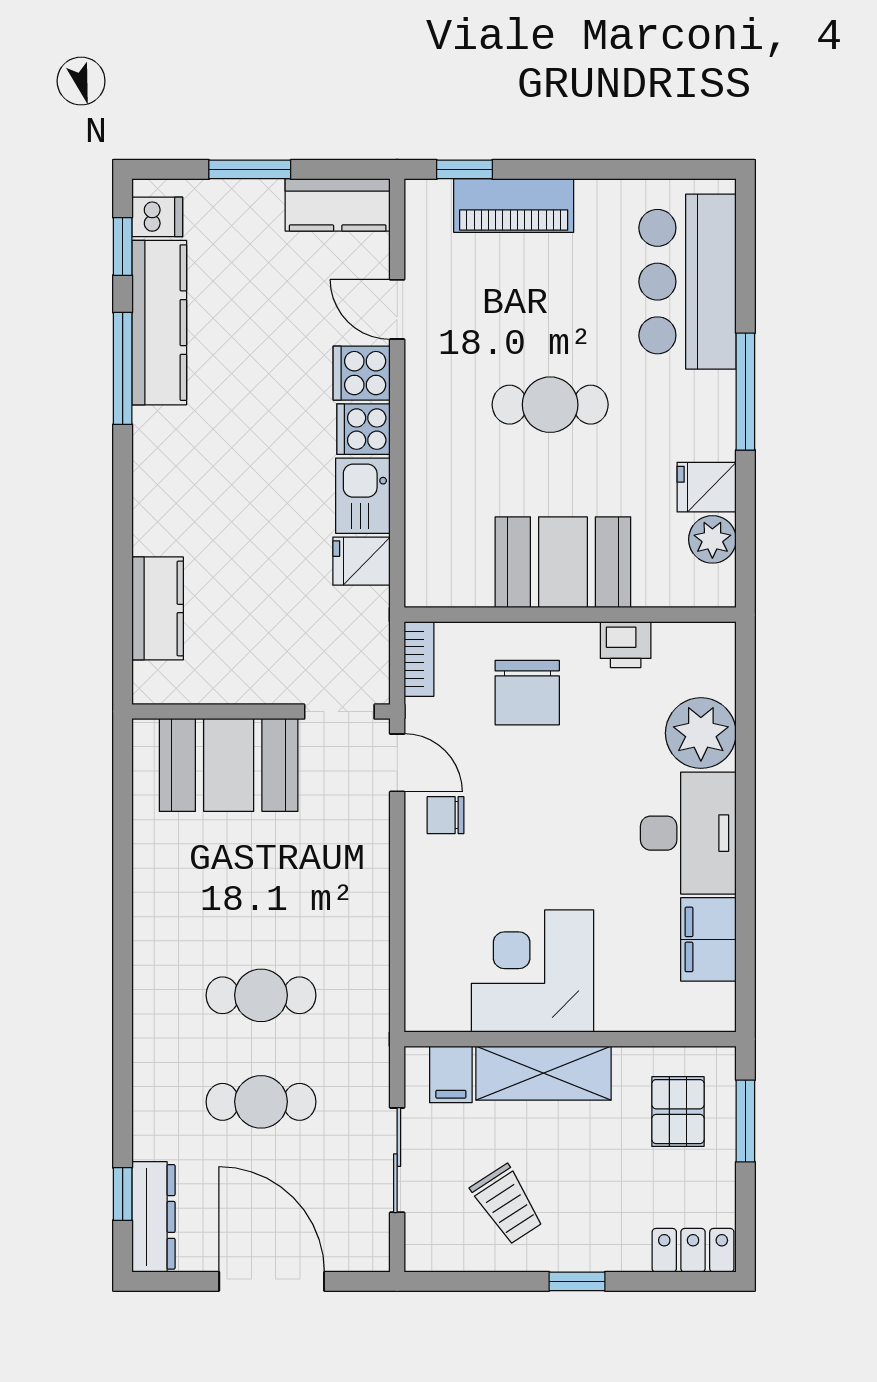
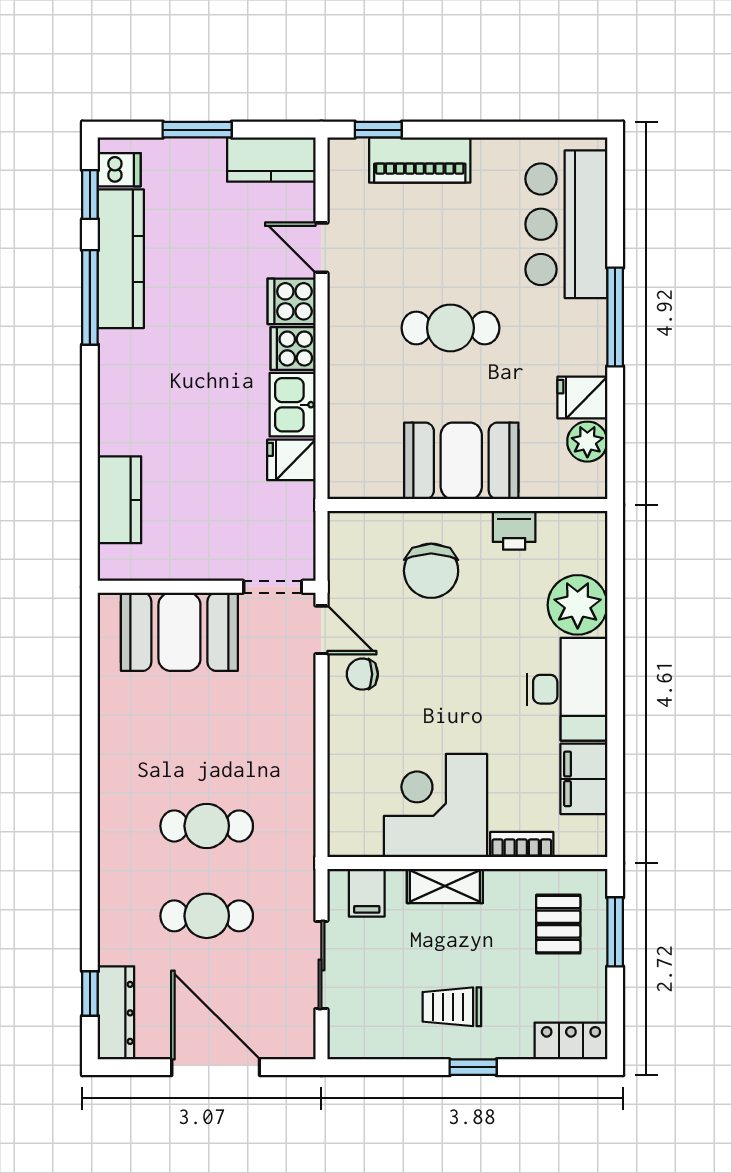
bookcase: (419, 659) -> (522, 845), moved, turned -90
shelving: (544, 1073) -> (445, 886), width x0.67, depth x0.75
trolley: (507, 1204) -> (452, 1007), moved, turned 123

